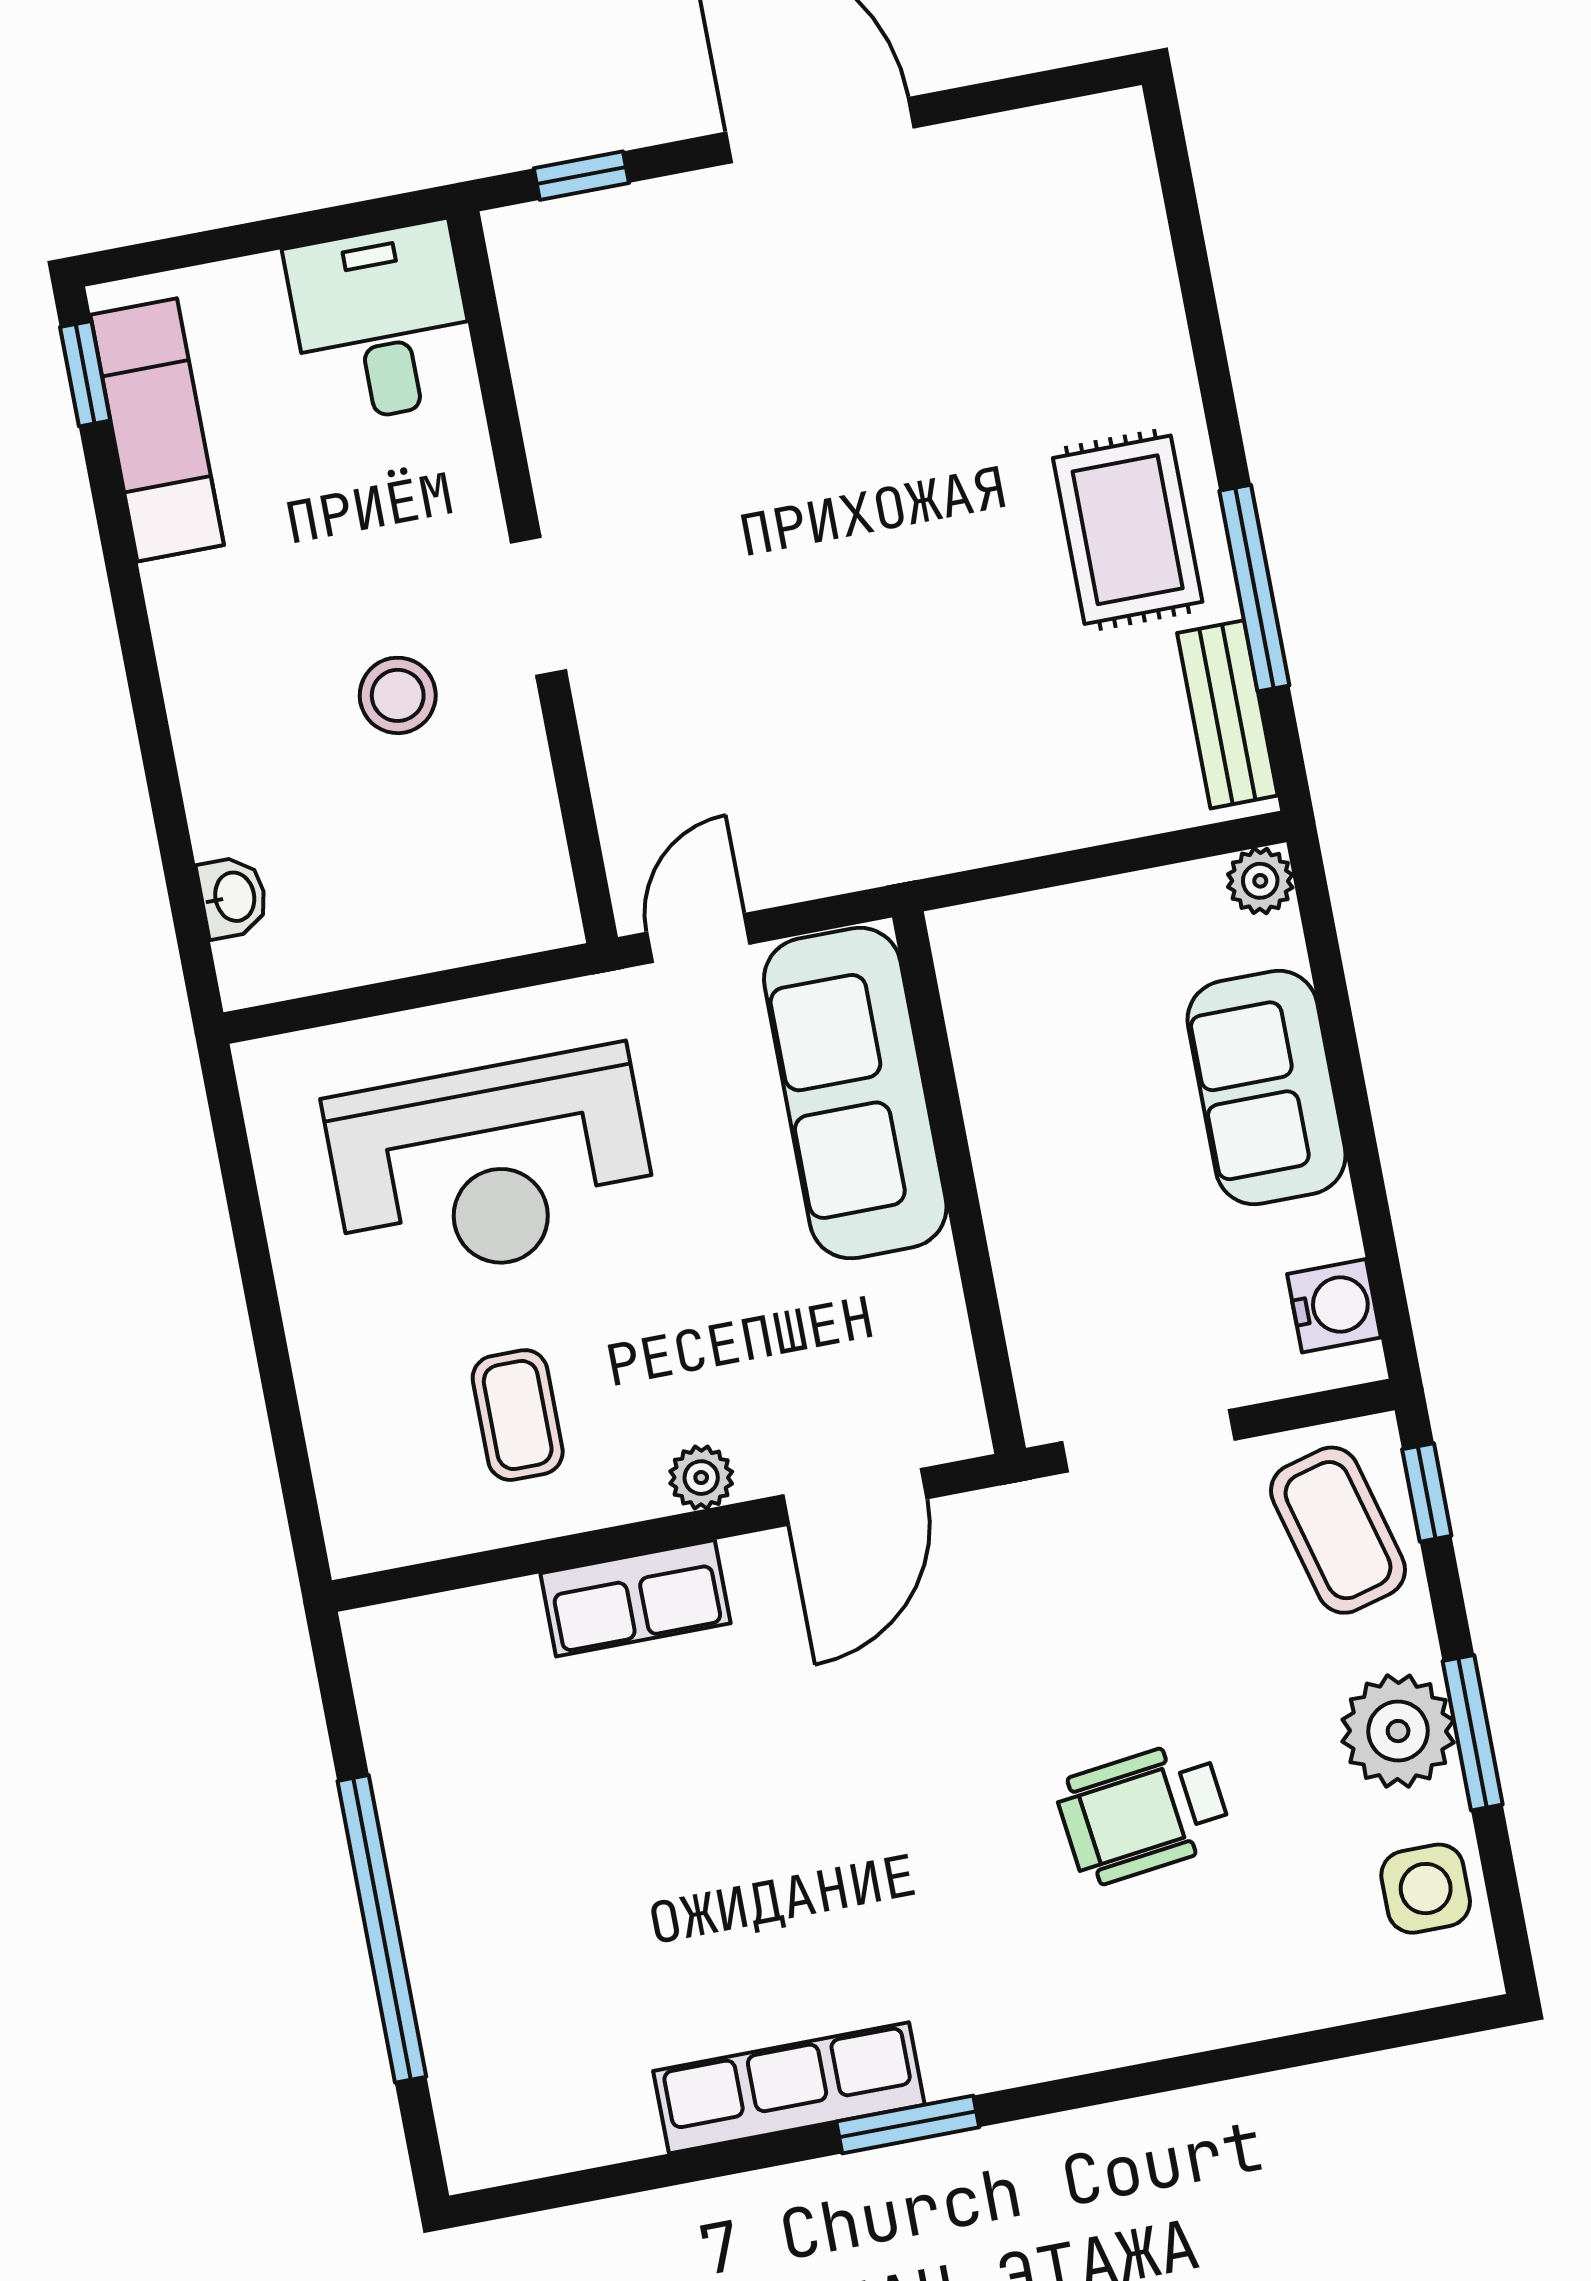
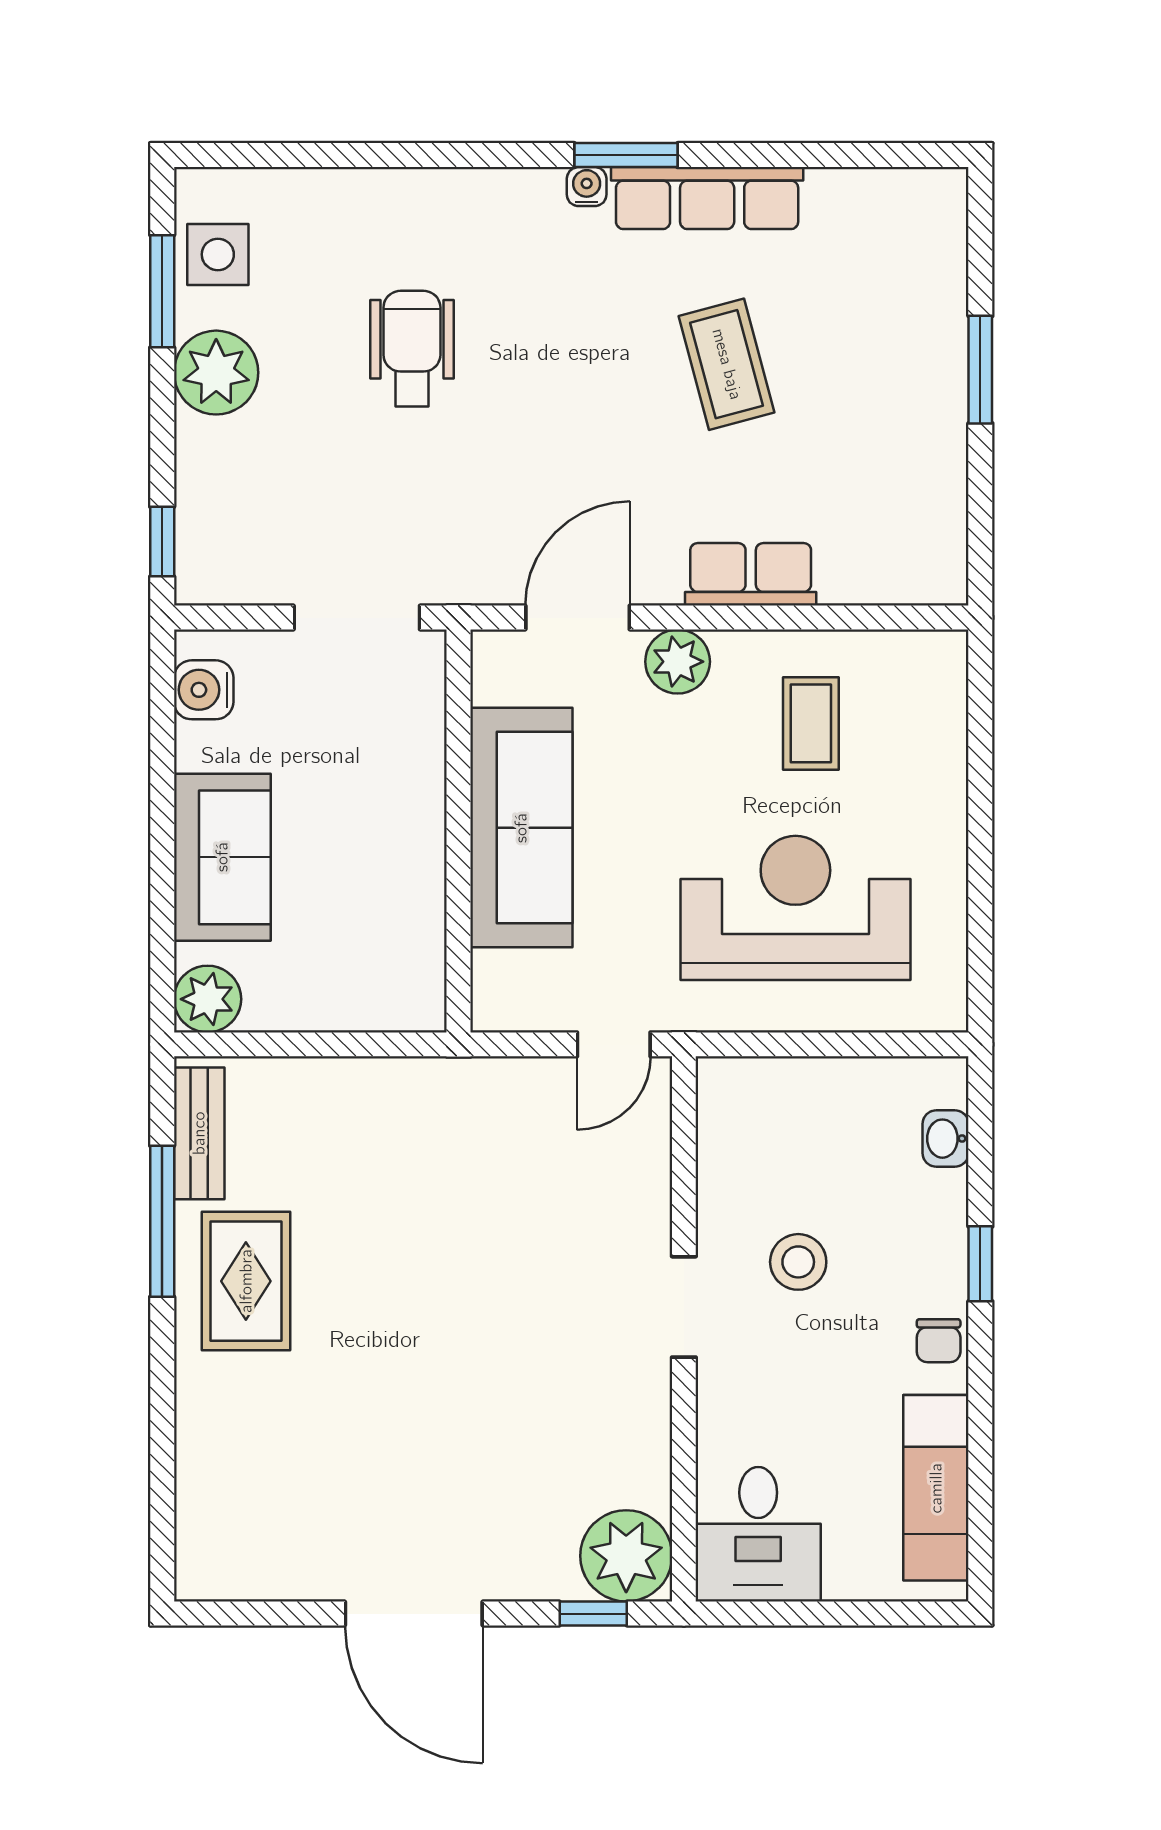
plant: (552, 261) -> (626, 1556), added
window: (85, 374) -> (980, 1264), moved
chair: (191, 626) -> (939, 1341), added
plant: (1260, 881) -> (208, 999), width x1.38, depth x1.38
sofa: (855, 1093) -> (521, 828), moved
plant: (701, 1478) -> (678, 662), width x1.38, depth x1.38
coffee table: (1338, 1530) -> (727, 364), moved
window: (1473, 1733) -> (162, 291), moved
wheelchair: (1143, 1813) -> (412, 349), turned -83
window: (382, 1929) -> (980, 370), width x0.47
water cooler: (952, 2072) -> (587, 187), added

